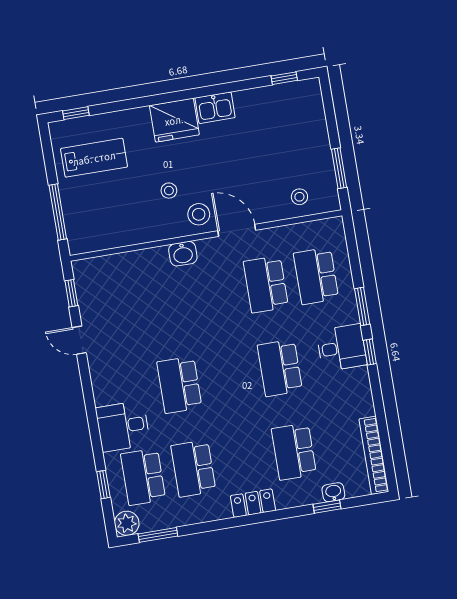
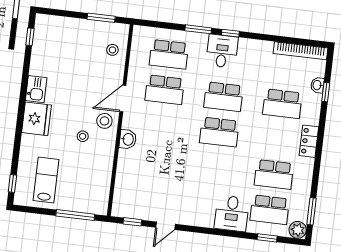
school desk: (179, 385) -> (219, 132), moved

